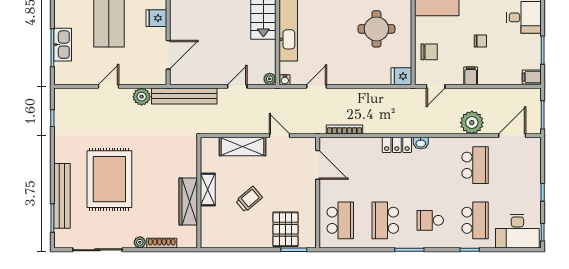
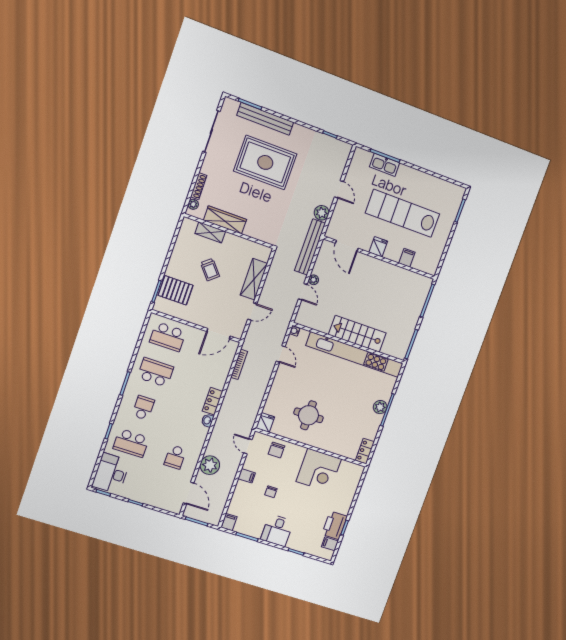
plant: (270, 79) -> (313, 280), moved
school desk: (475, 165) -> (175, 457), width x0.54
shelving: (208, 190) -> (210, 232), moved
plant: (140, 242) -> (193, 204), moved

